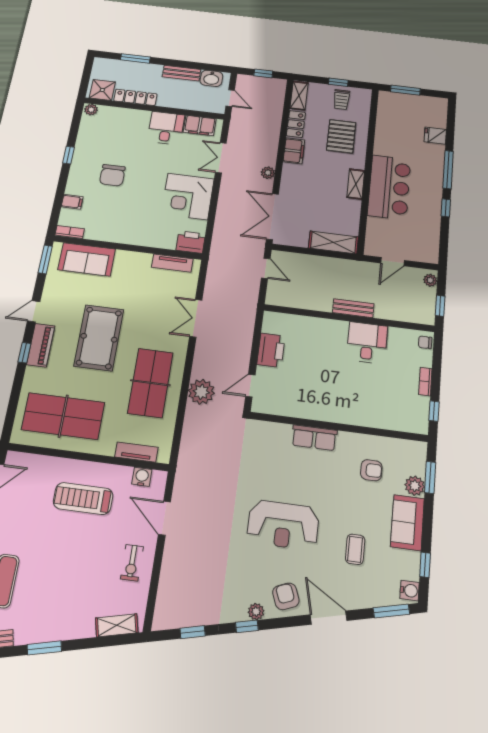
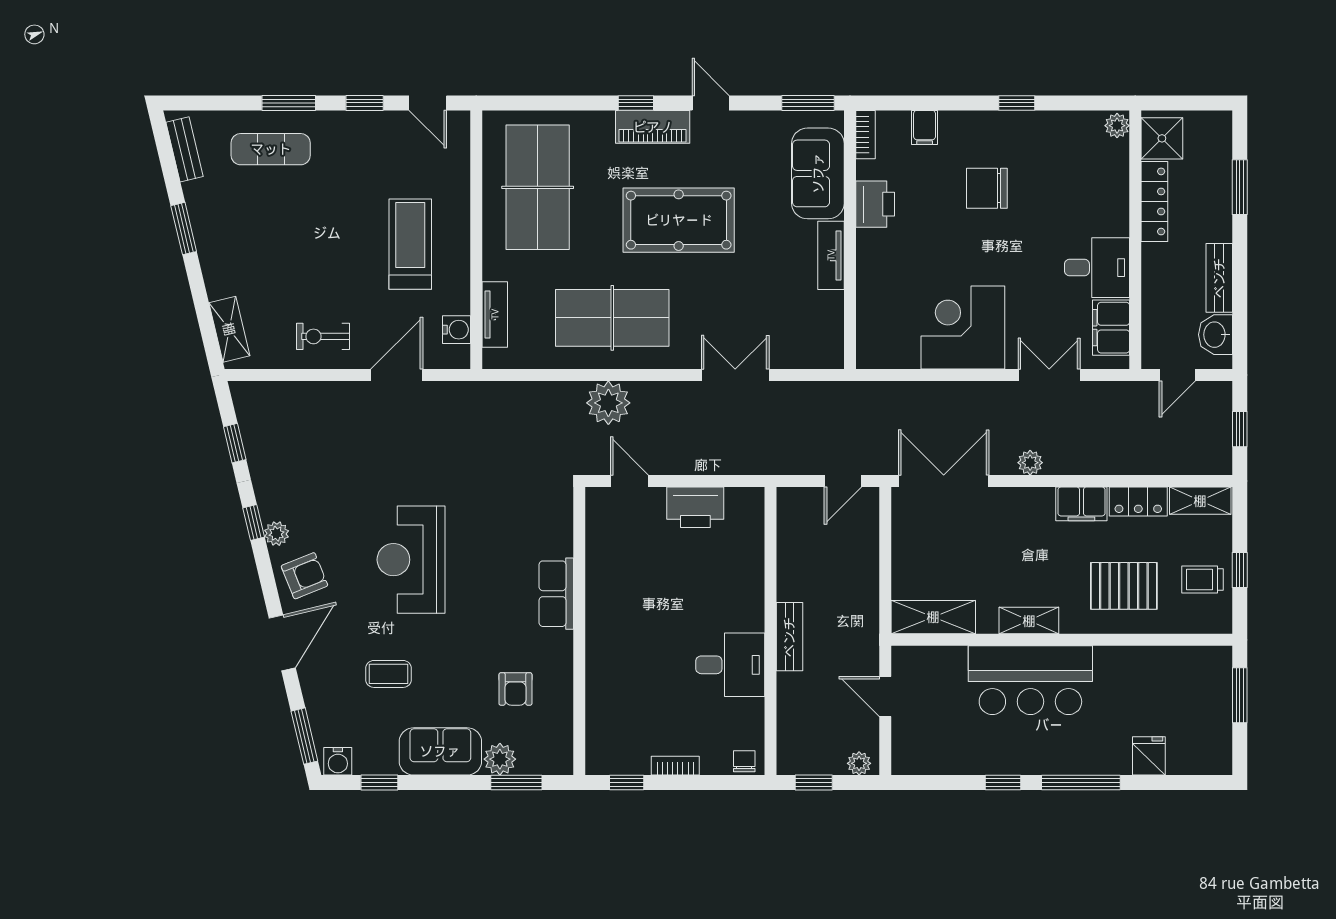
printer: (191, 242) -> (875, 204), moved
shelving: (333, 242) -> (933, 617), moved, turned 90
tv unit: (172, 263) -> (831, 255), moved

